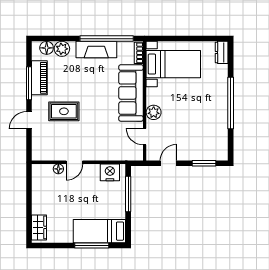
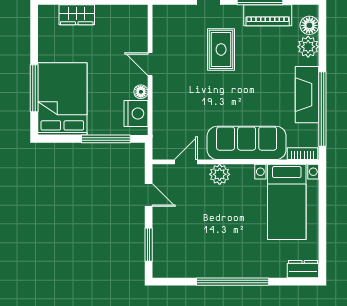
floor lamp: (58, 169) -> (141, 92), moved
wardrobe: (39, 227) -> (77, 15), moved
bed: (99, 231) -> (62, 99), width x1.50

